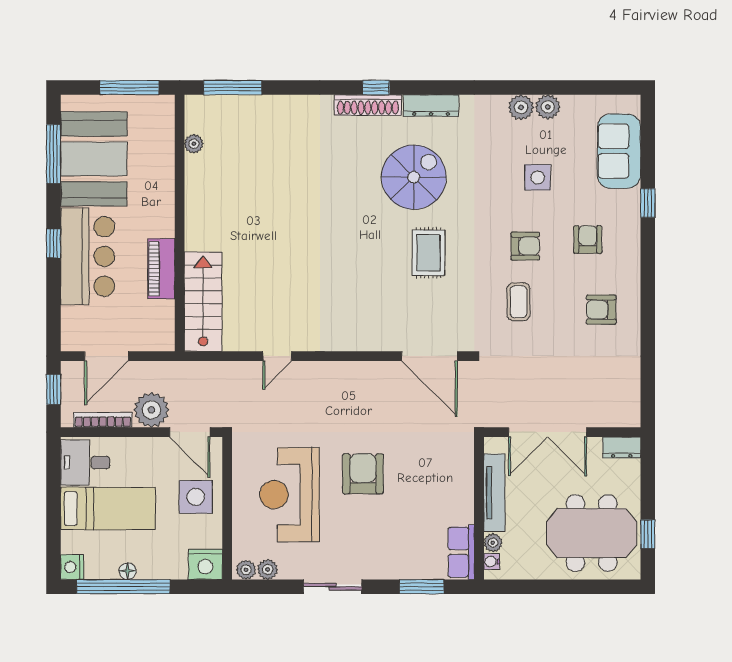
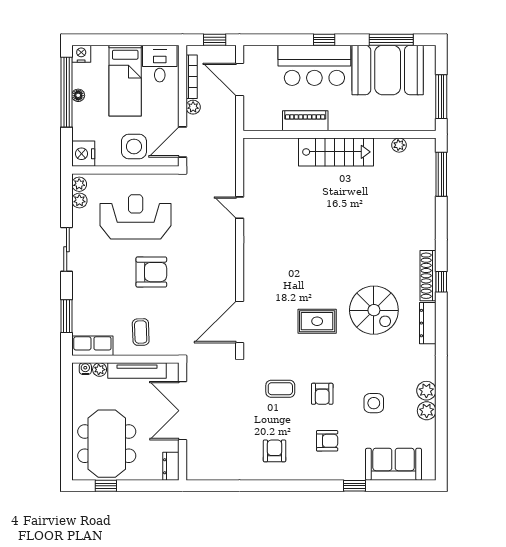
stairs: (203, 302) -> (336, 152), moved
plant: (151, 410) -> (193, 107), width x0.53, depth x0.53
coffee table: (443, 488) -> (141, 332), added

